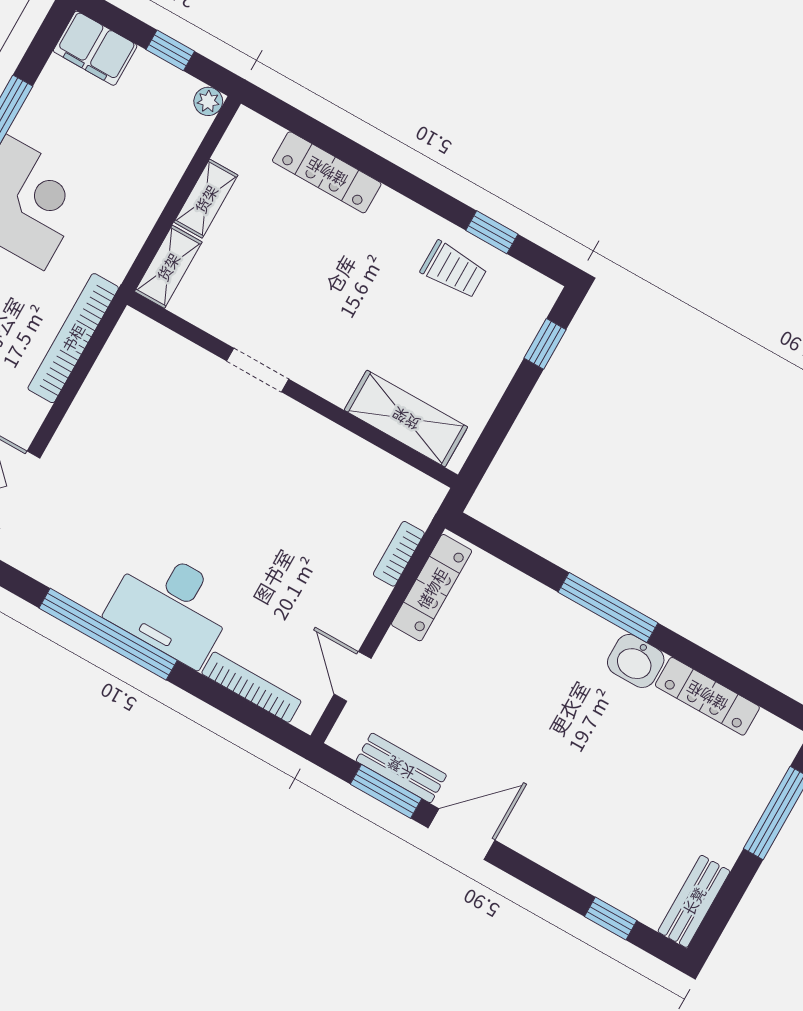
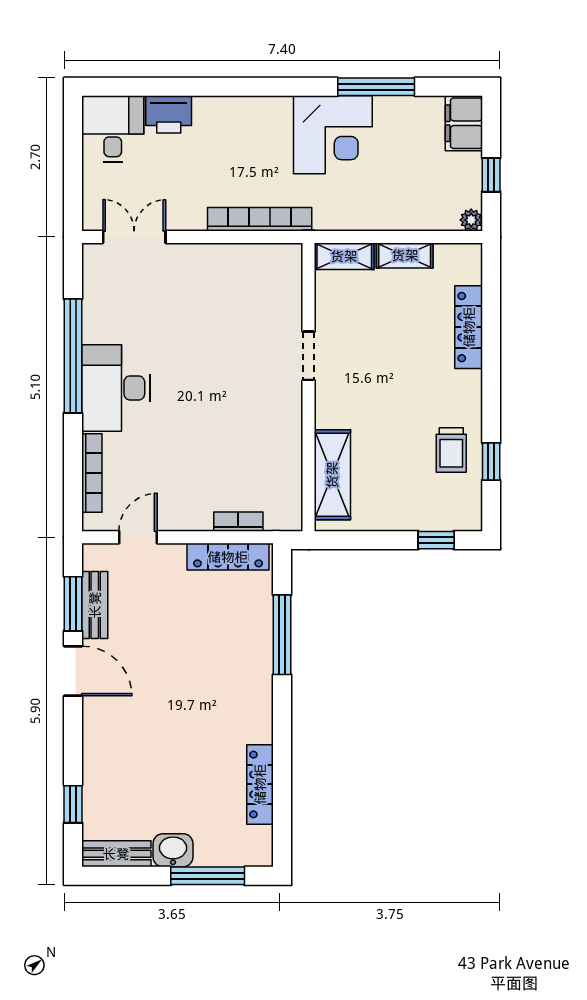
window: (608, 607) -> (282, 635), moved
washbasin: (636, 661) -> (173, 850), moved, turned 90

